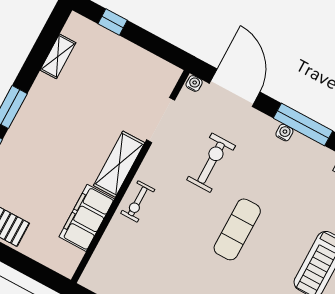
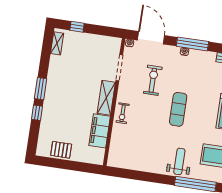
shelving: (58, 56) -> (57, 43), moved

